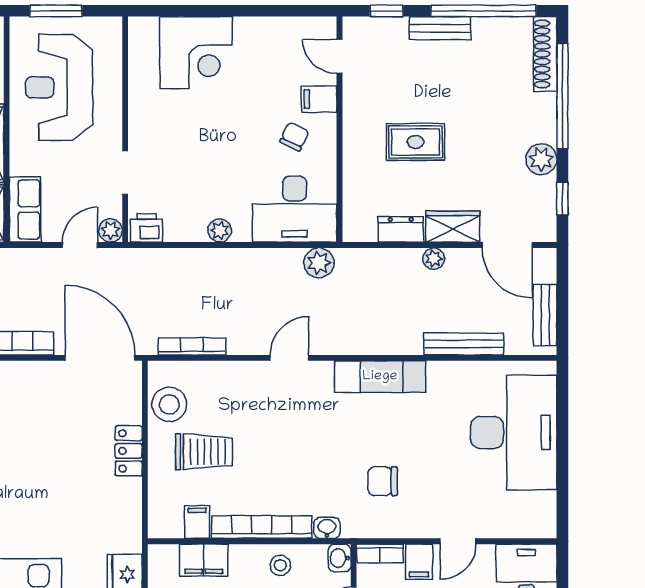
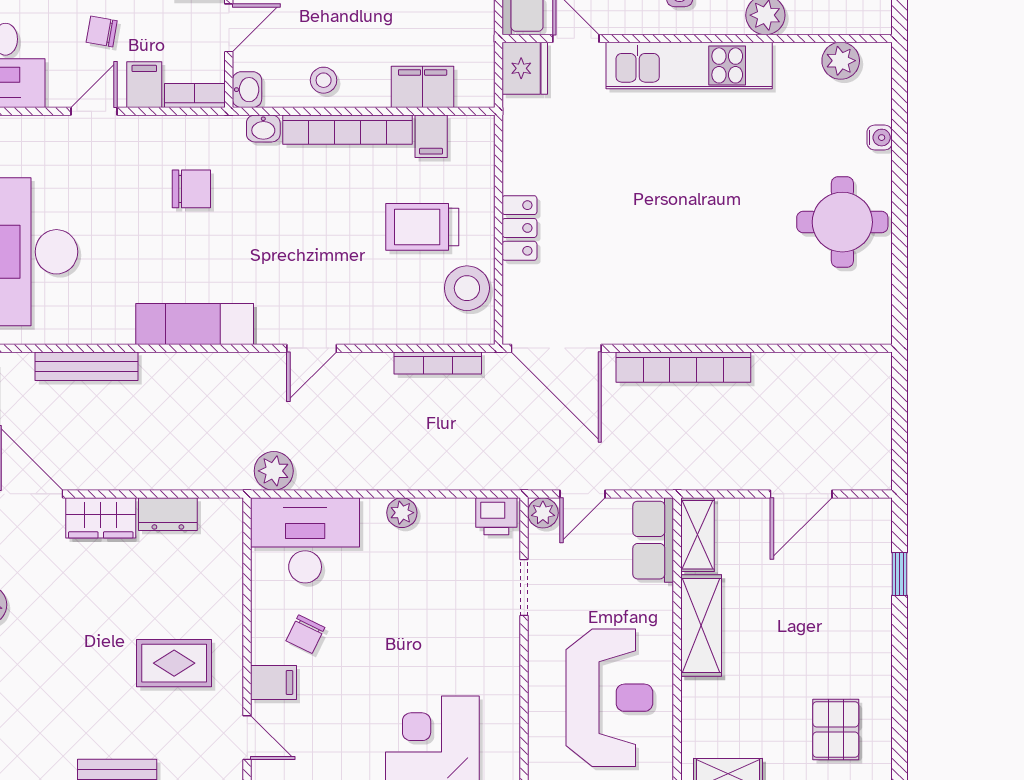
rug: (416, 142) -> (174, 663), moved
plant: (434, 259) -> (125, 476), removed

